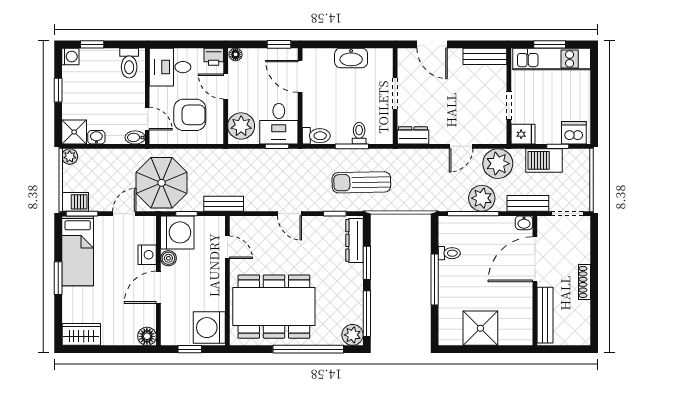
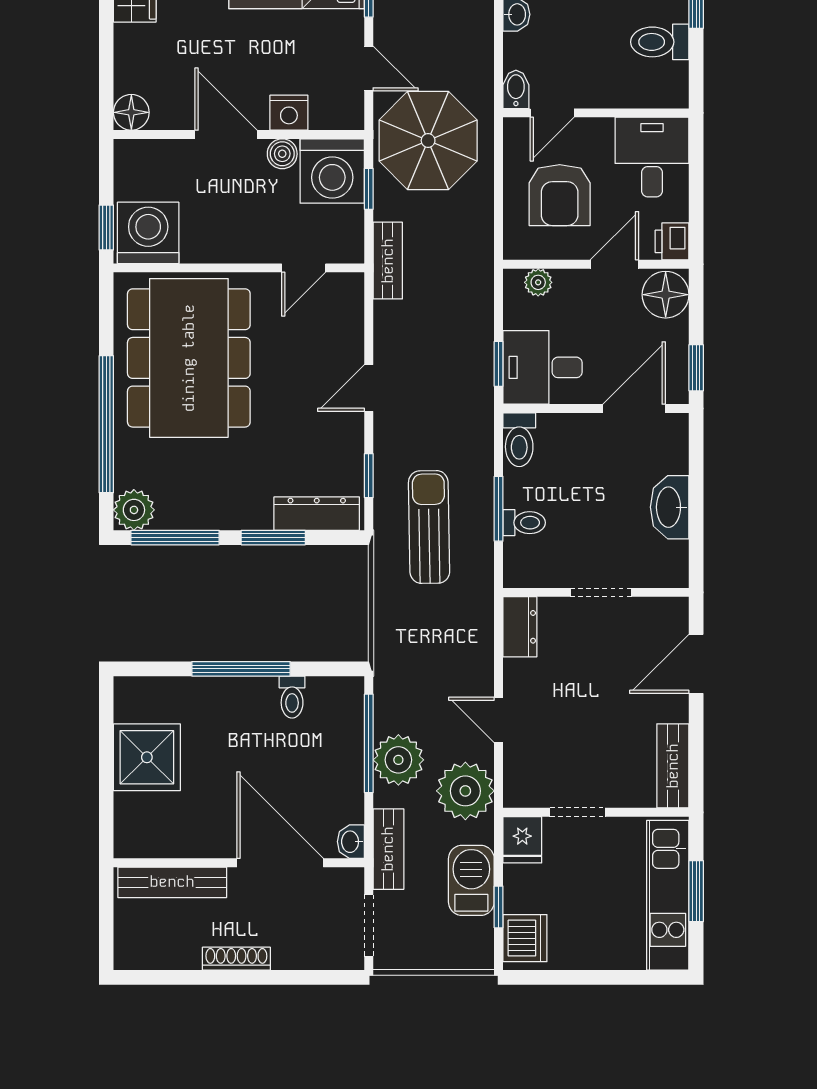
floor lamp: (236, 54) -> (666, 295), width x1.89, depth x1.89
toilet: (129, 63) -> (660, 42), moved
plant: (241, 126) -> (538, 282), width x0.53, depth x0.53
window: (190, 349) -> (106, 227), moved

